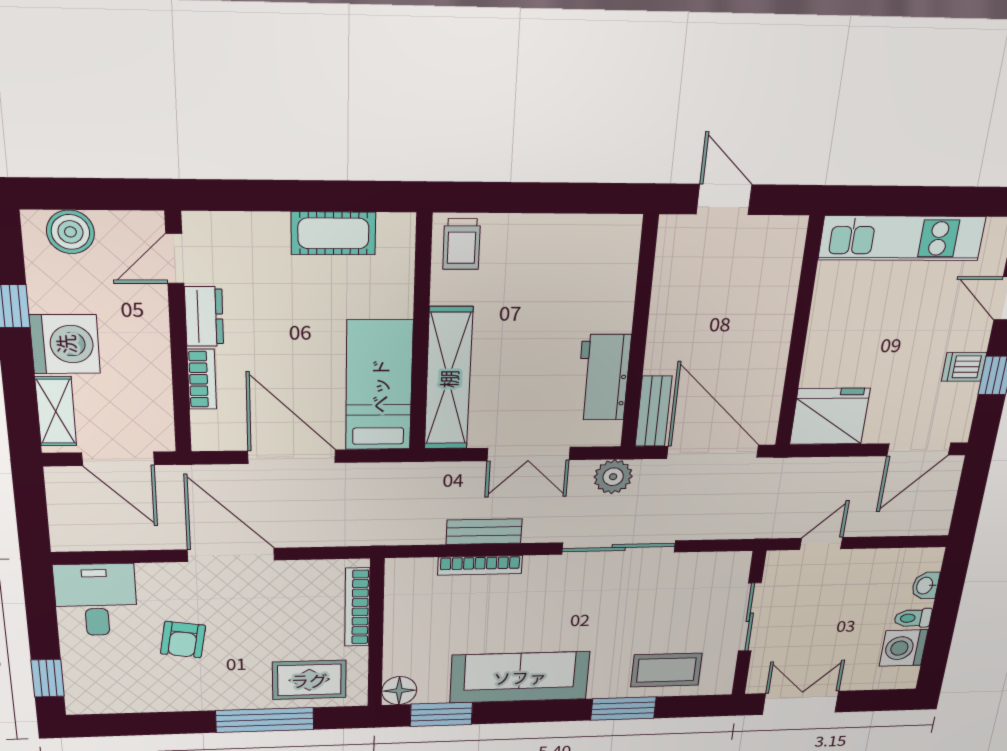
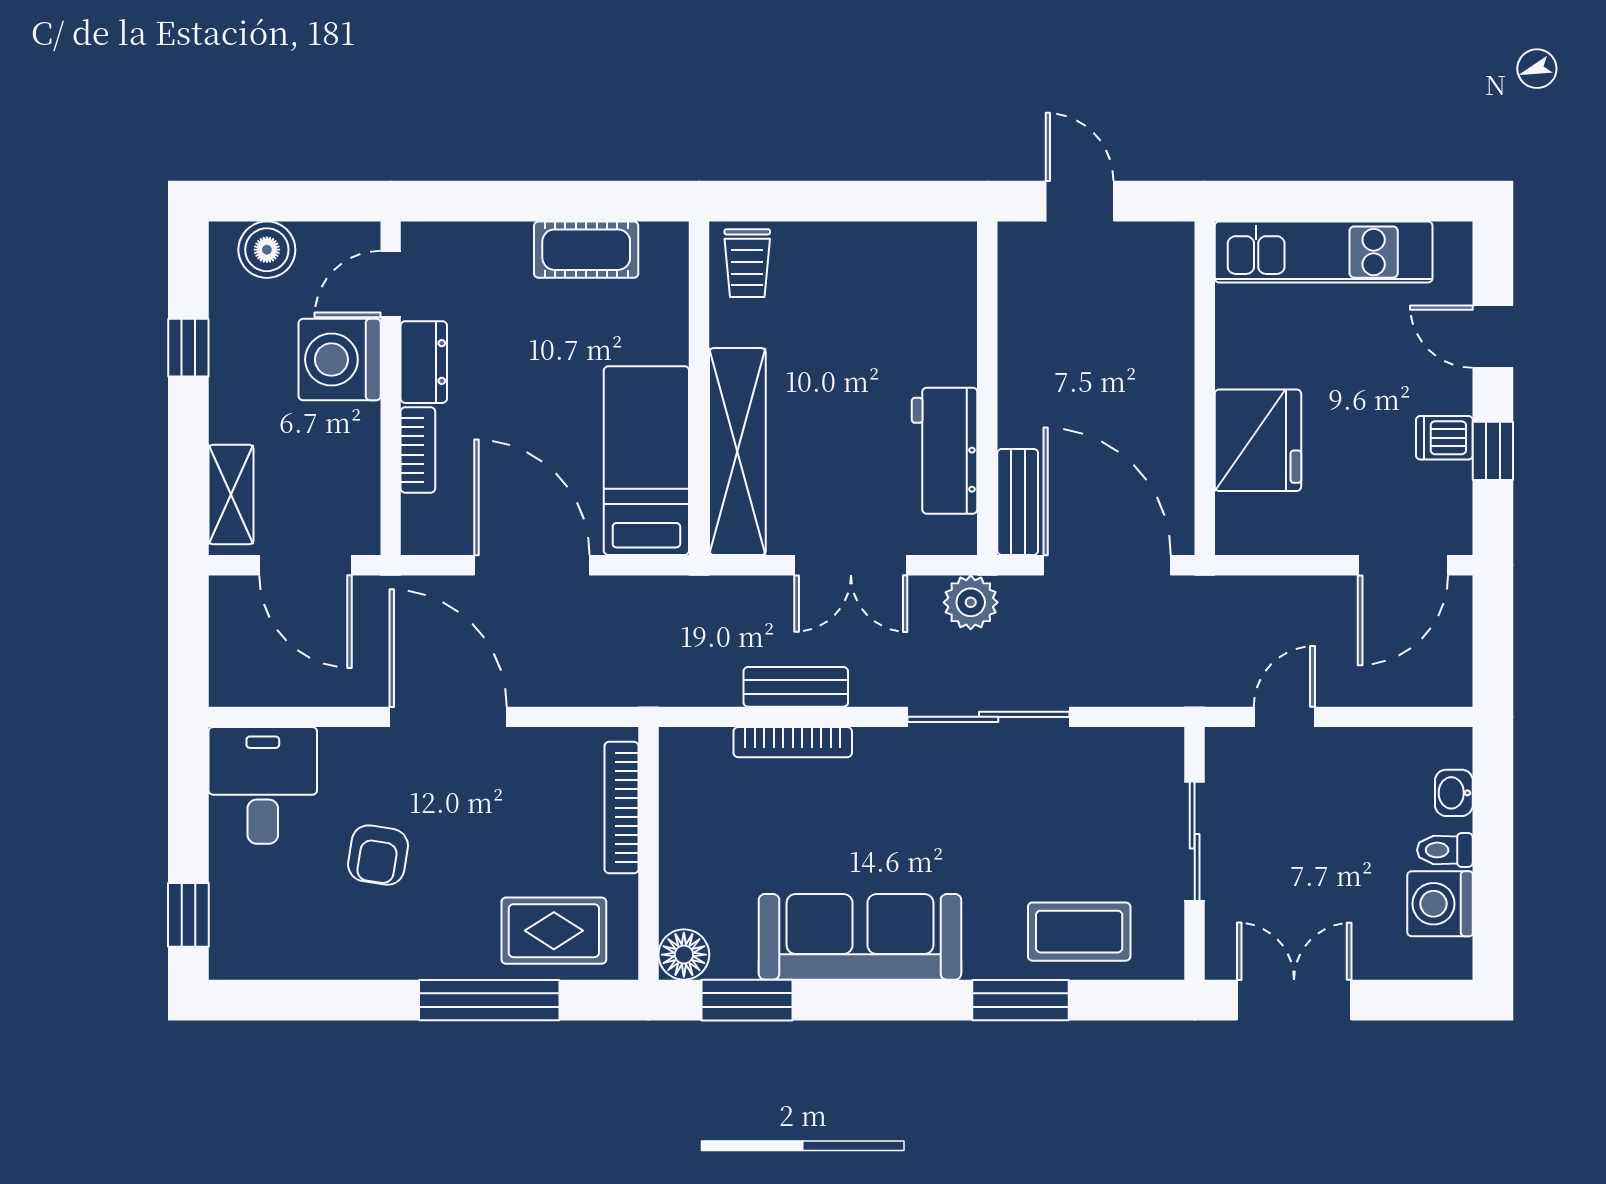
washing machine: (65, 344) -> (340, 360), moved, turned 180
fridge: (830, 416) -> (1258, 440), moved, turned 90

